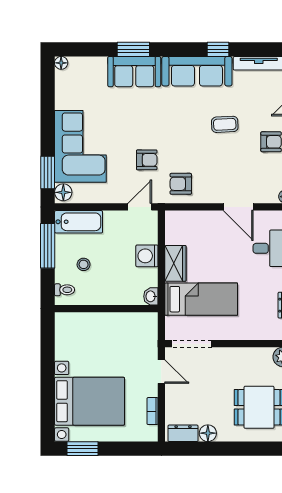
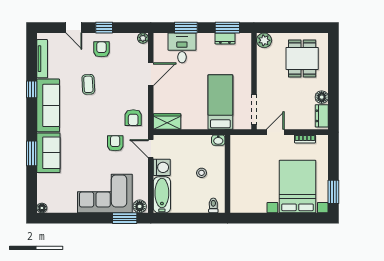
window: (48, 246) -> (180, 218), removed
washing machine: (147, 256) -> (162, 167), moved, turned -90
wardrobe: (175, 263) -> (167, 122), moved
stool: (84, 264) -> (202, 173), moved

